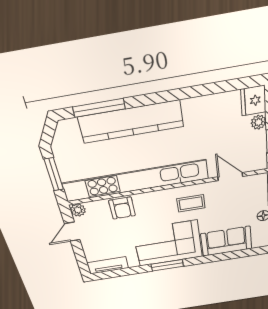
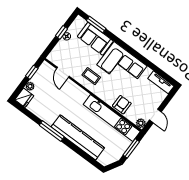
window: (99, 108) -> (52, 131), moved
kitchen unit: (135, 181) -> (112, 118), width x0.73
door: (72, 232) -> (155, 116), hinge flipped
window: (167, 265) -> (96, 24), moved

